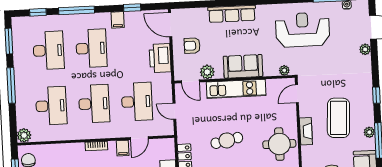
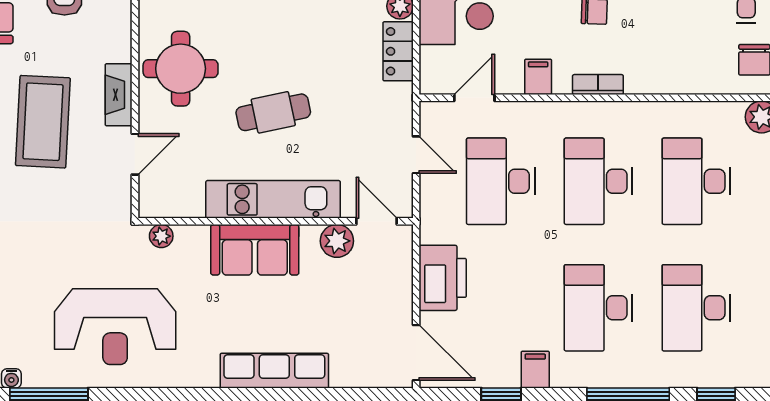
armchair: (192, 46) -> (368, 303), removed
door: (297, 94) -> (135, 154), moved
door: (139, 138) -> (474, 98), moved
cafe table: (227, 140) -> (273, 112), moved

